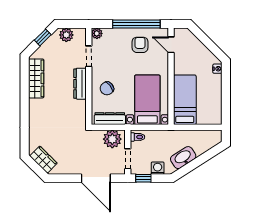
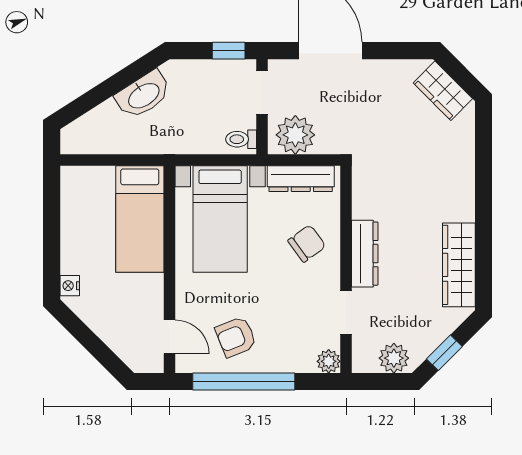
armchair: (140, 45) -> (236, 337), turned 68
washing machine: (158, 168) -> (198, 73), removed

